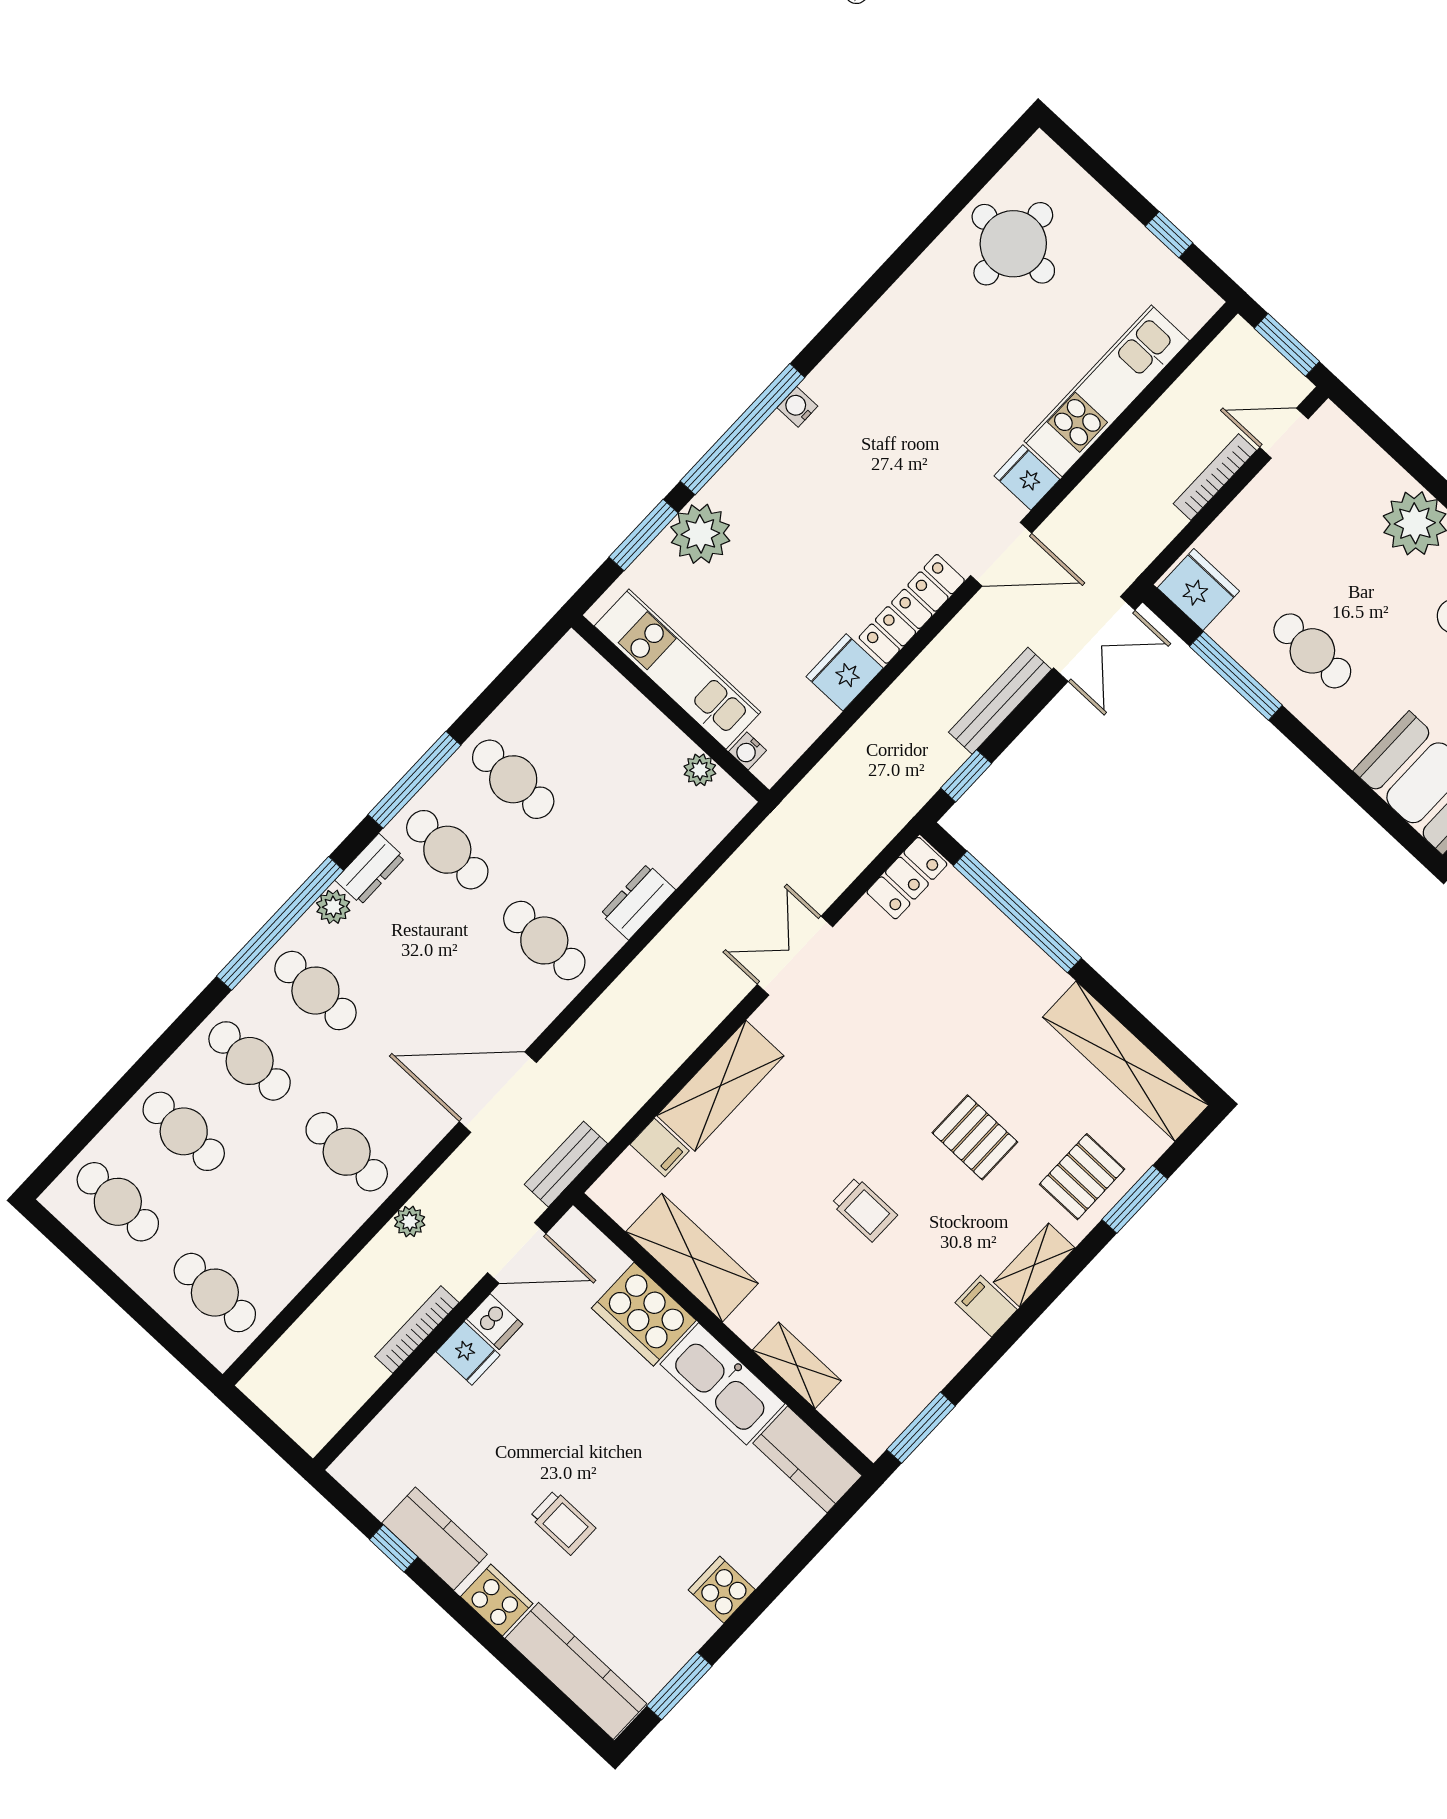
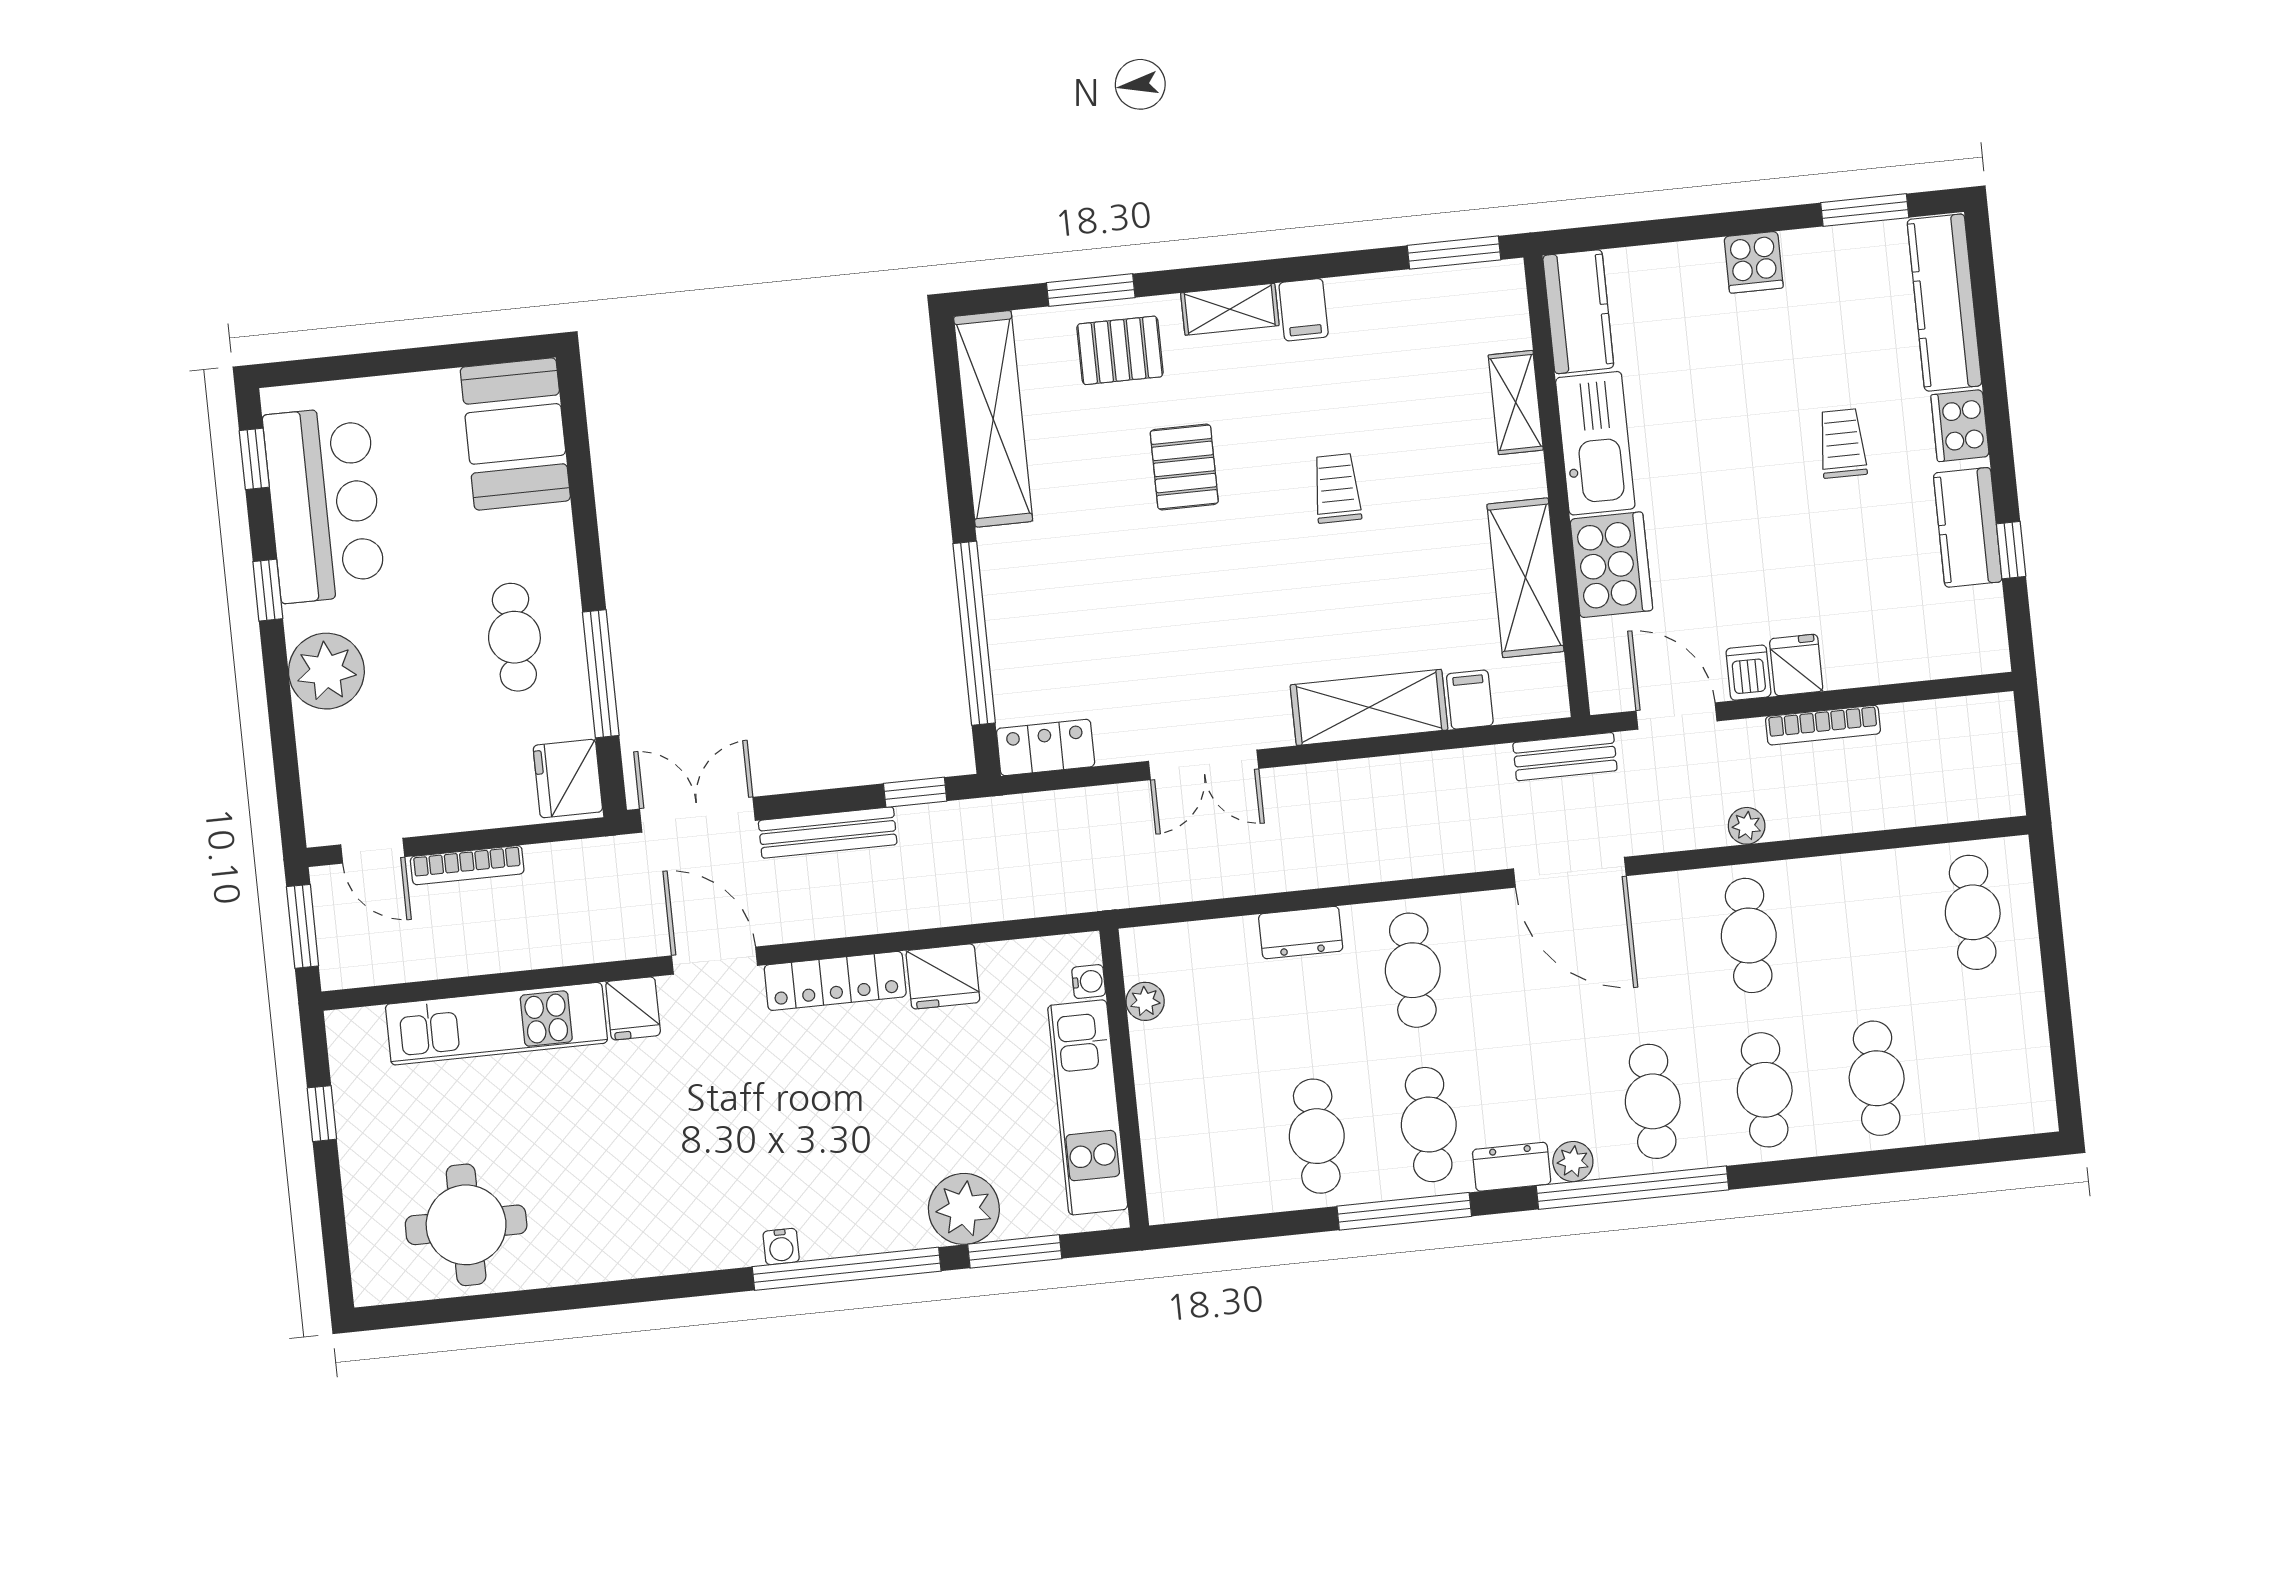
cafe table: (118, 1202) -> (1989, 1067), removed

